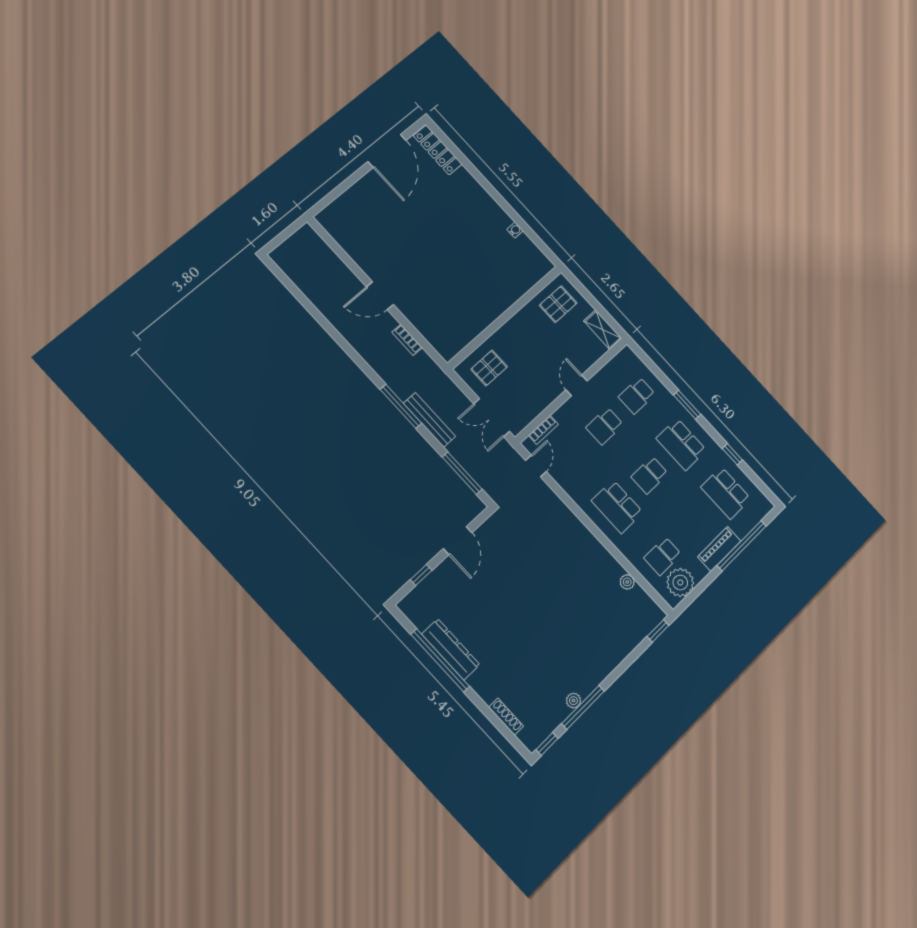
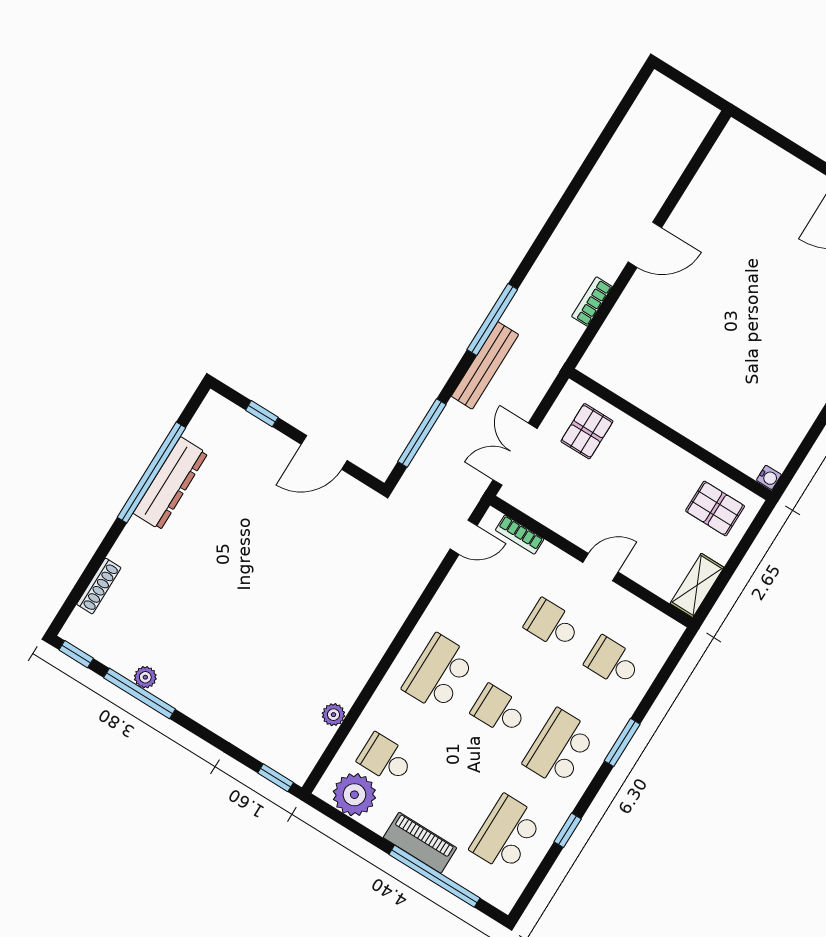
water cooler: (515, 230) -> (769, 477), moved
door: (380, 296) -> (645, 245), swing flipped
pallet: (489, 368) -> (587, 431), turned 90

